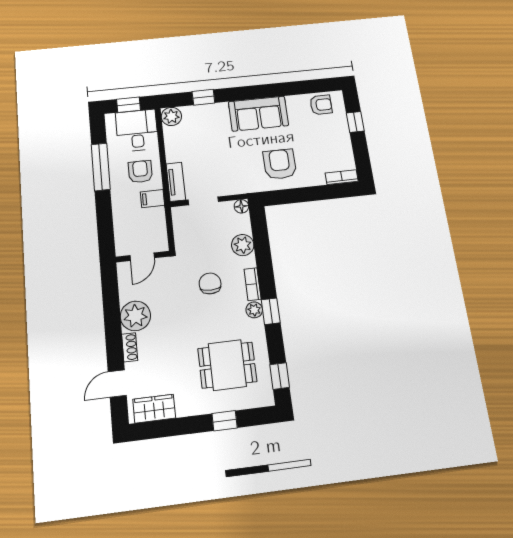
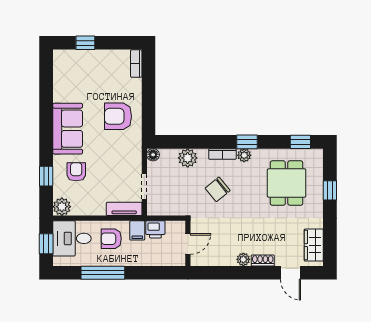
armchair: (321, 105) -> (76, 172), moved
printer: (156, 218) -> (155, 229), added
door: (142, 257) -> (188, 244), hinge flipped
chair: (210, 283) -> (218, 189), turned -39
plant: (135, 316) -> (243, 259), width x0.53, depth x0.53

